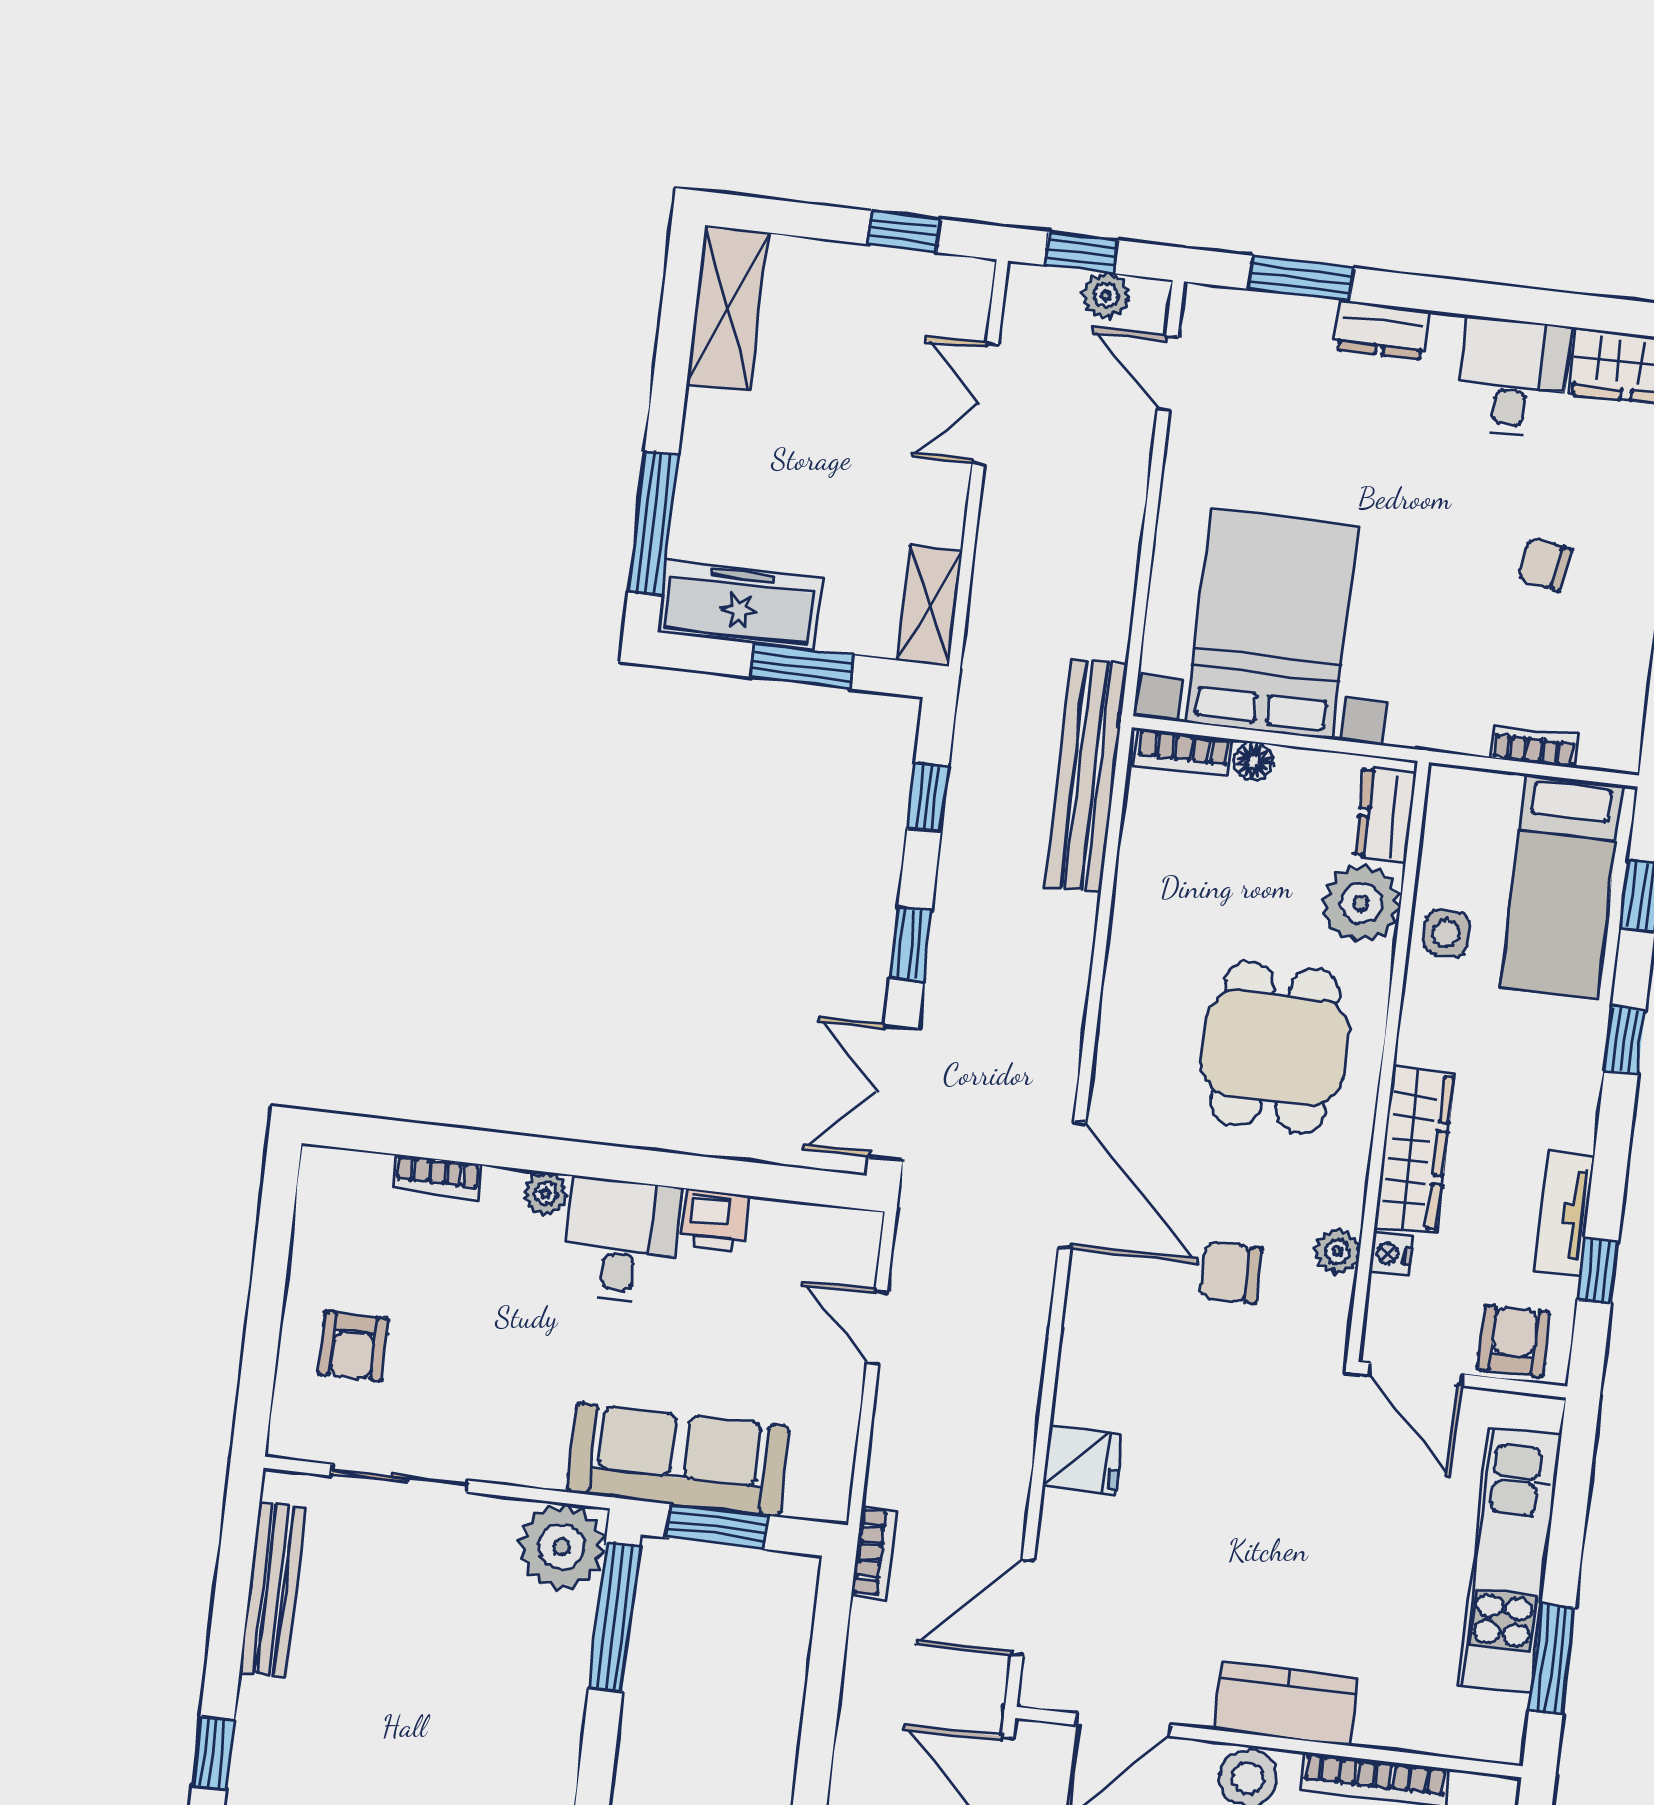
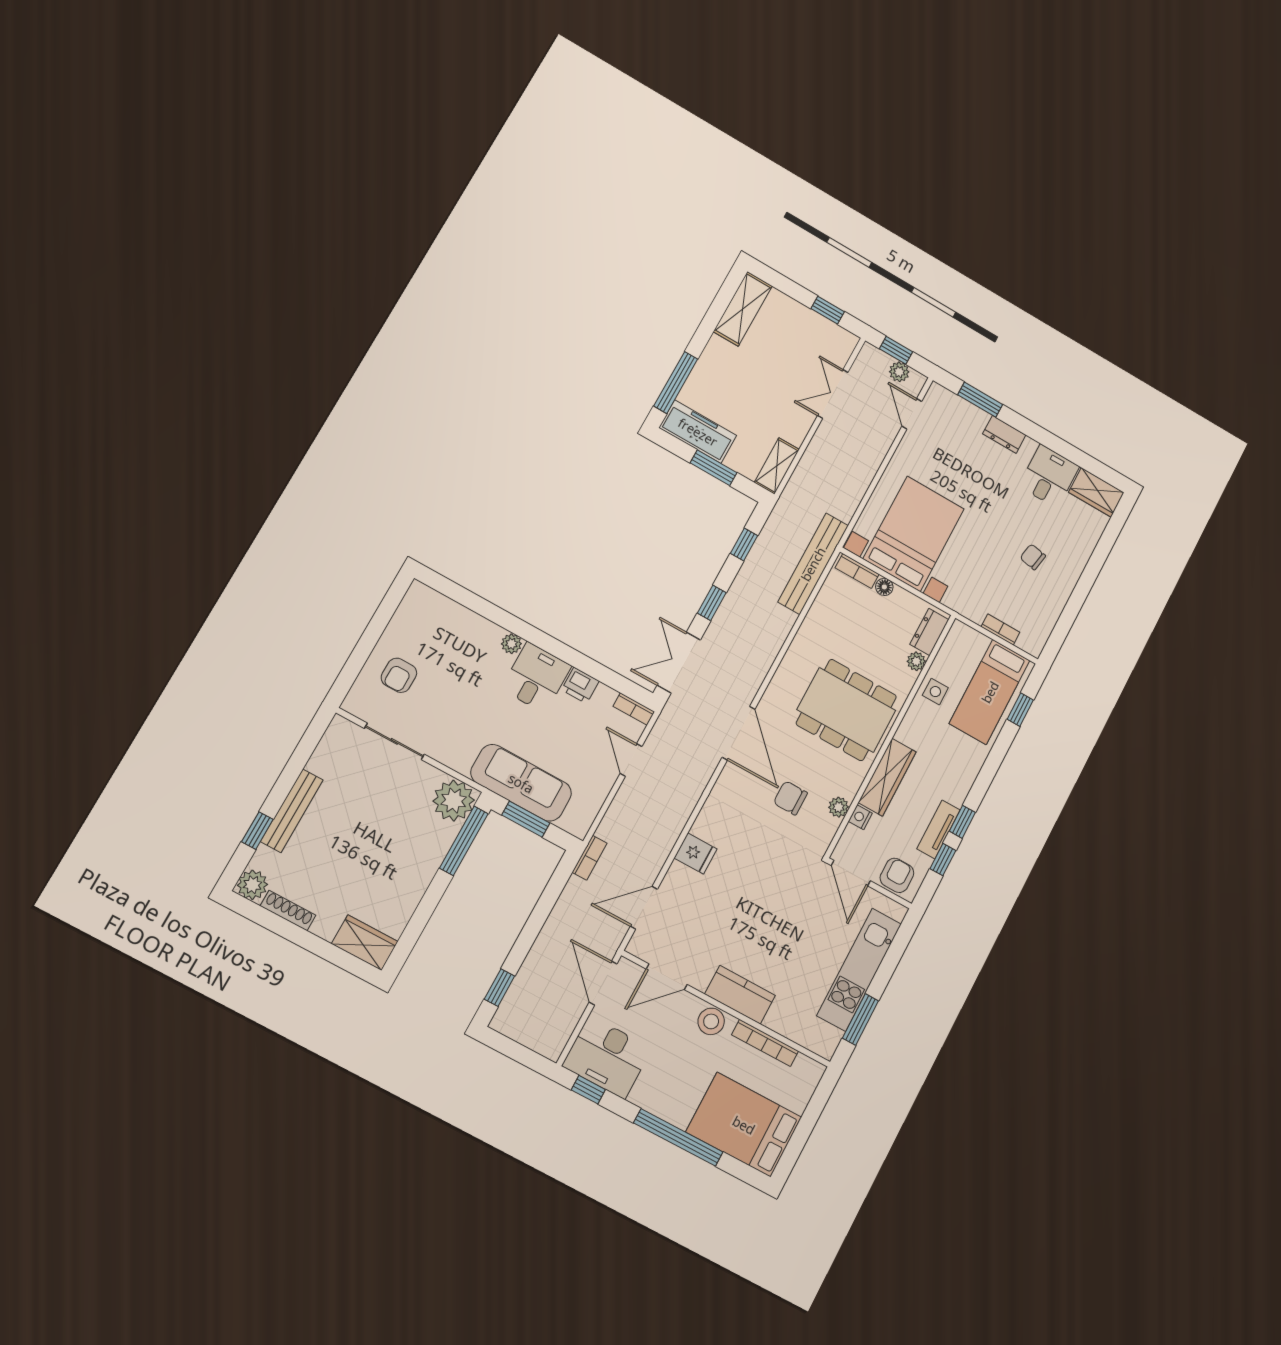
plant: (1361, 903) -> (916, 661), width x0.53, depth x0.53
window: (1625, 1041) -> (962, 822), moved
dining table: (1275, 1047) -> (846, 710), width x1.38
bookcase: (437, 1176) -> (634, 709), moved
bench: (273, 1590) -> (292, 811), moved

